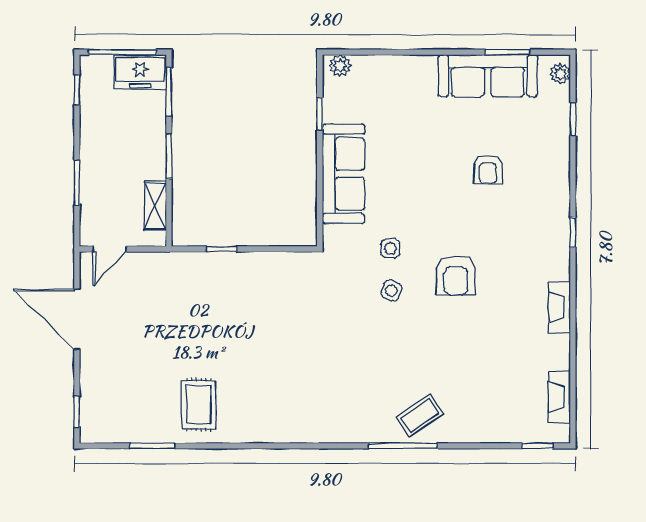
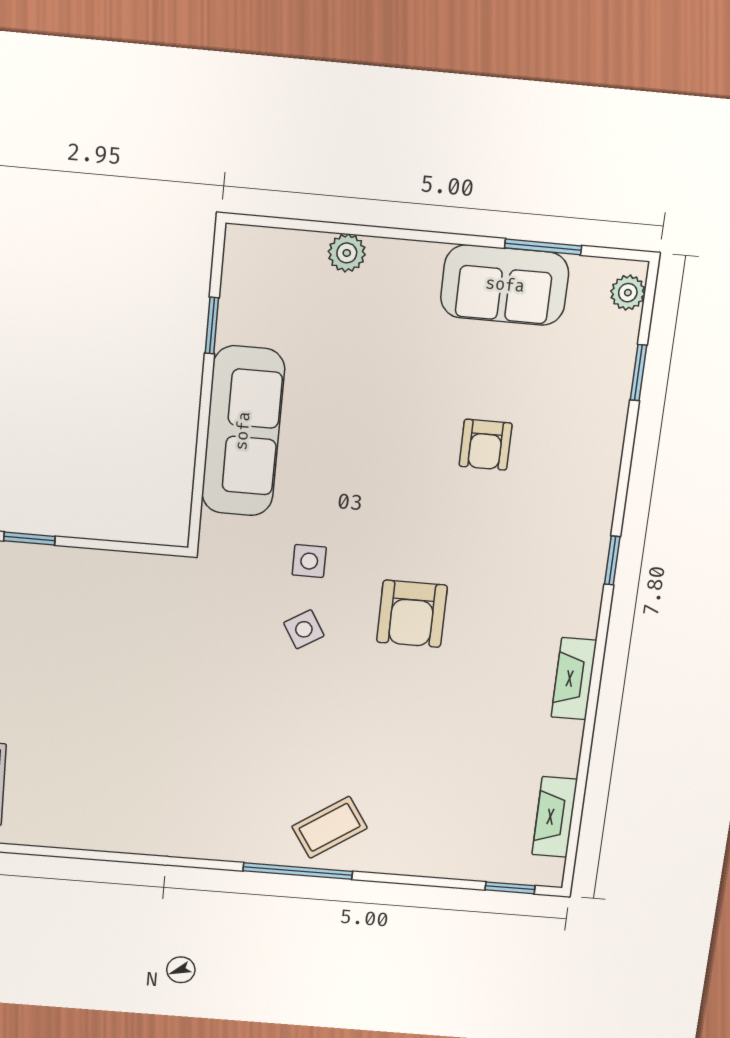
plant: (340, 66) -> (347, 253), moved
sofa: (488, 76) -> (505, 285), width x0.73
side table: (391, 291) -> (304, 629), turned 38

